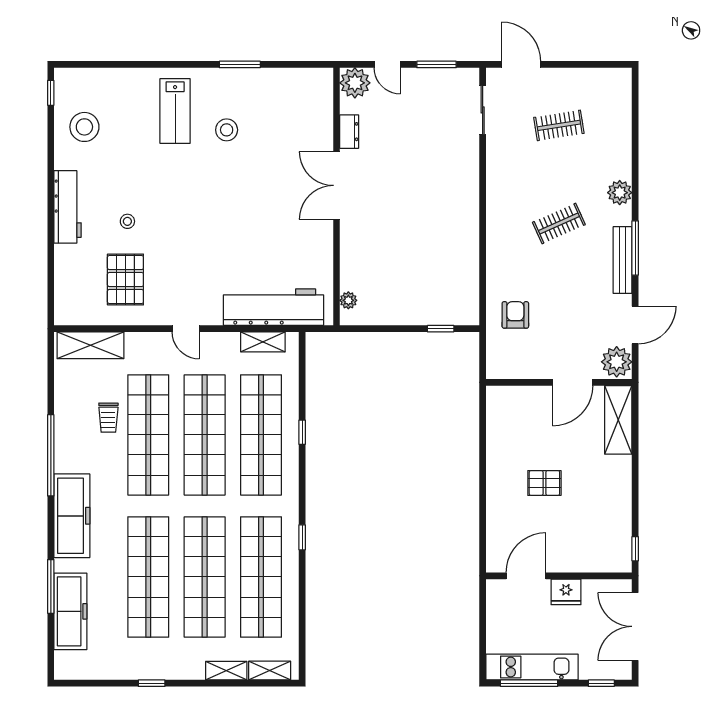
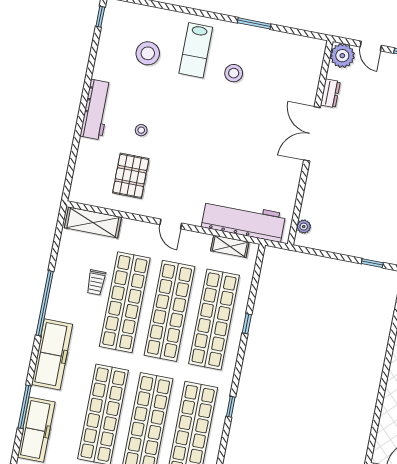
stool: (84, 127) -> (148, 53), moved

